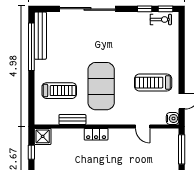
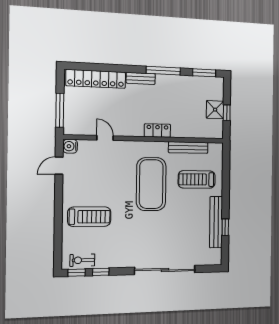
bench: (40, 36) -> (216, 222), moved
window: (31, 47) -> (225, 227), width x0.32
treadmill: (153, 83) -> (89, 217), moved
bench: (72, 120) -> (188, 148), width x1.36
shower: (43, 136) -> (215, 110), moved

